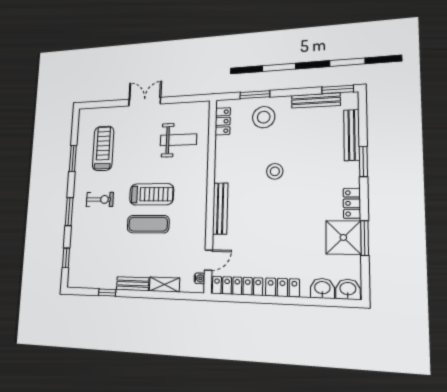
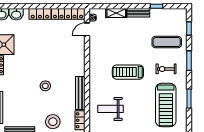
treadmill: (103, 148) -> (166, 105), width x1.37, depth x1.38
bench: (220, 209) -> (80, 93), moved
exercise mat: (148, 224) -> (167, 42), moved

